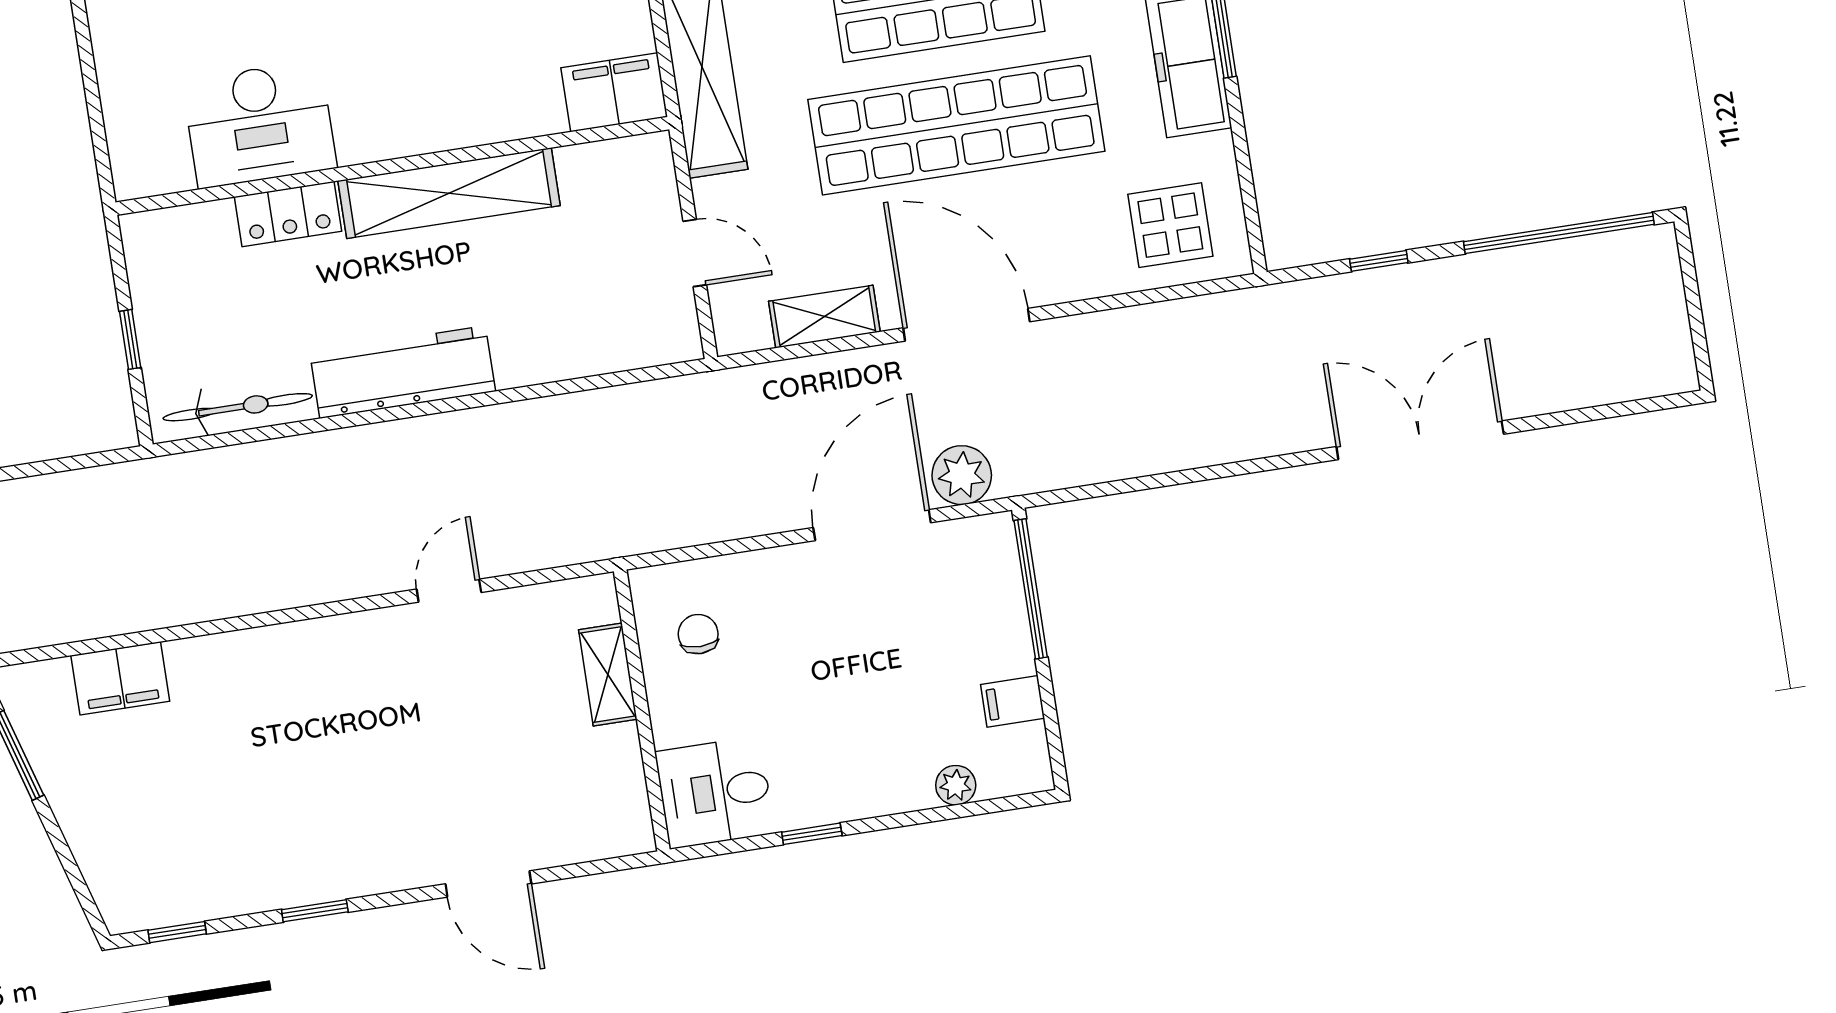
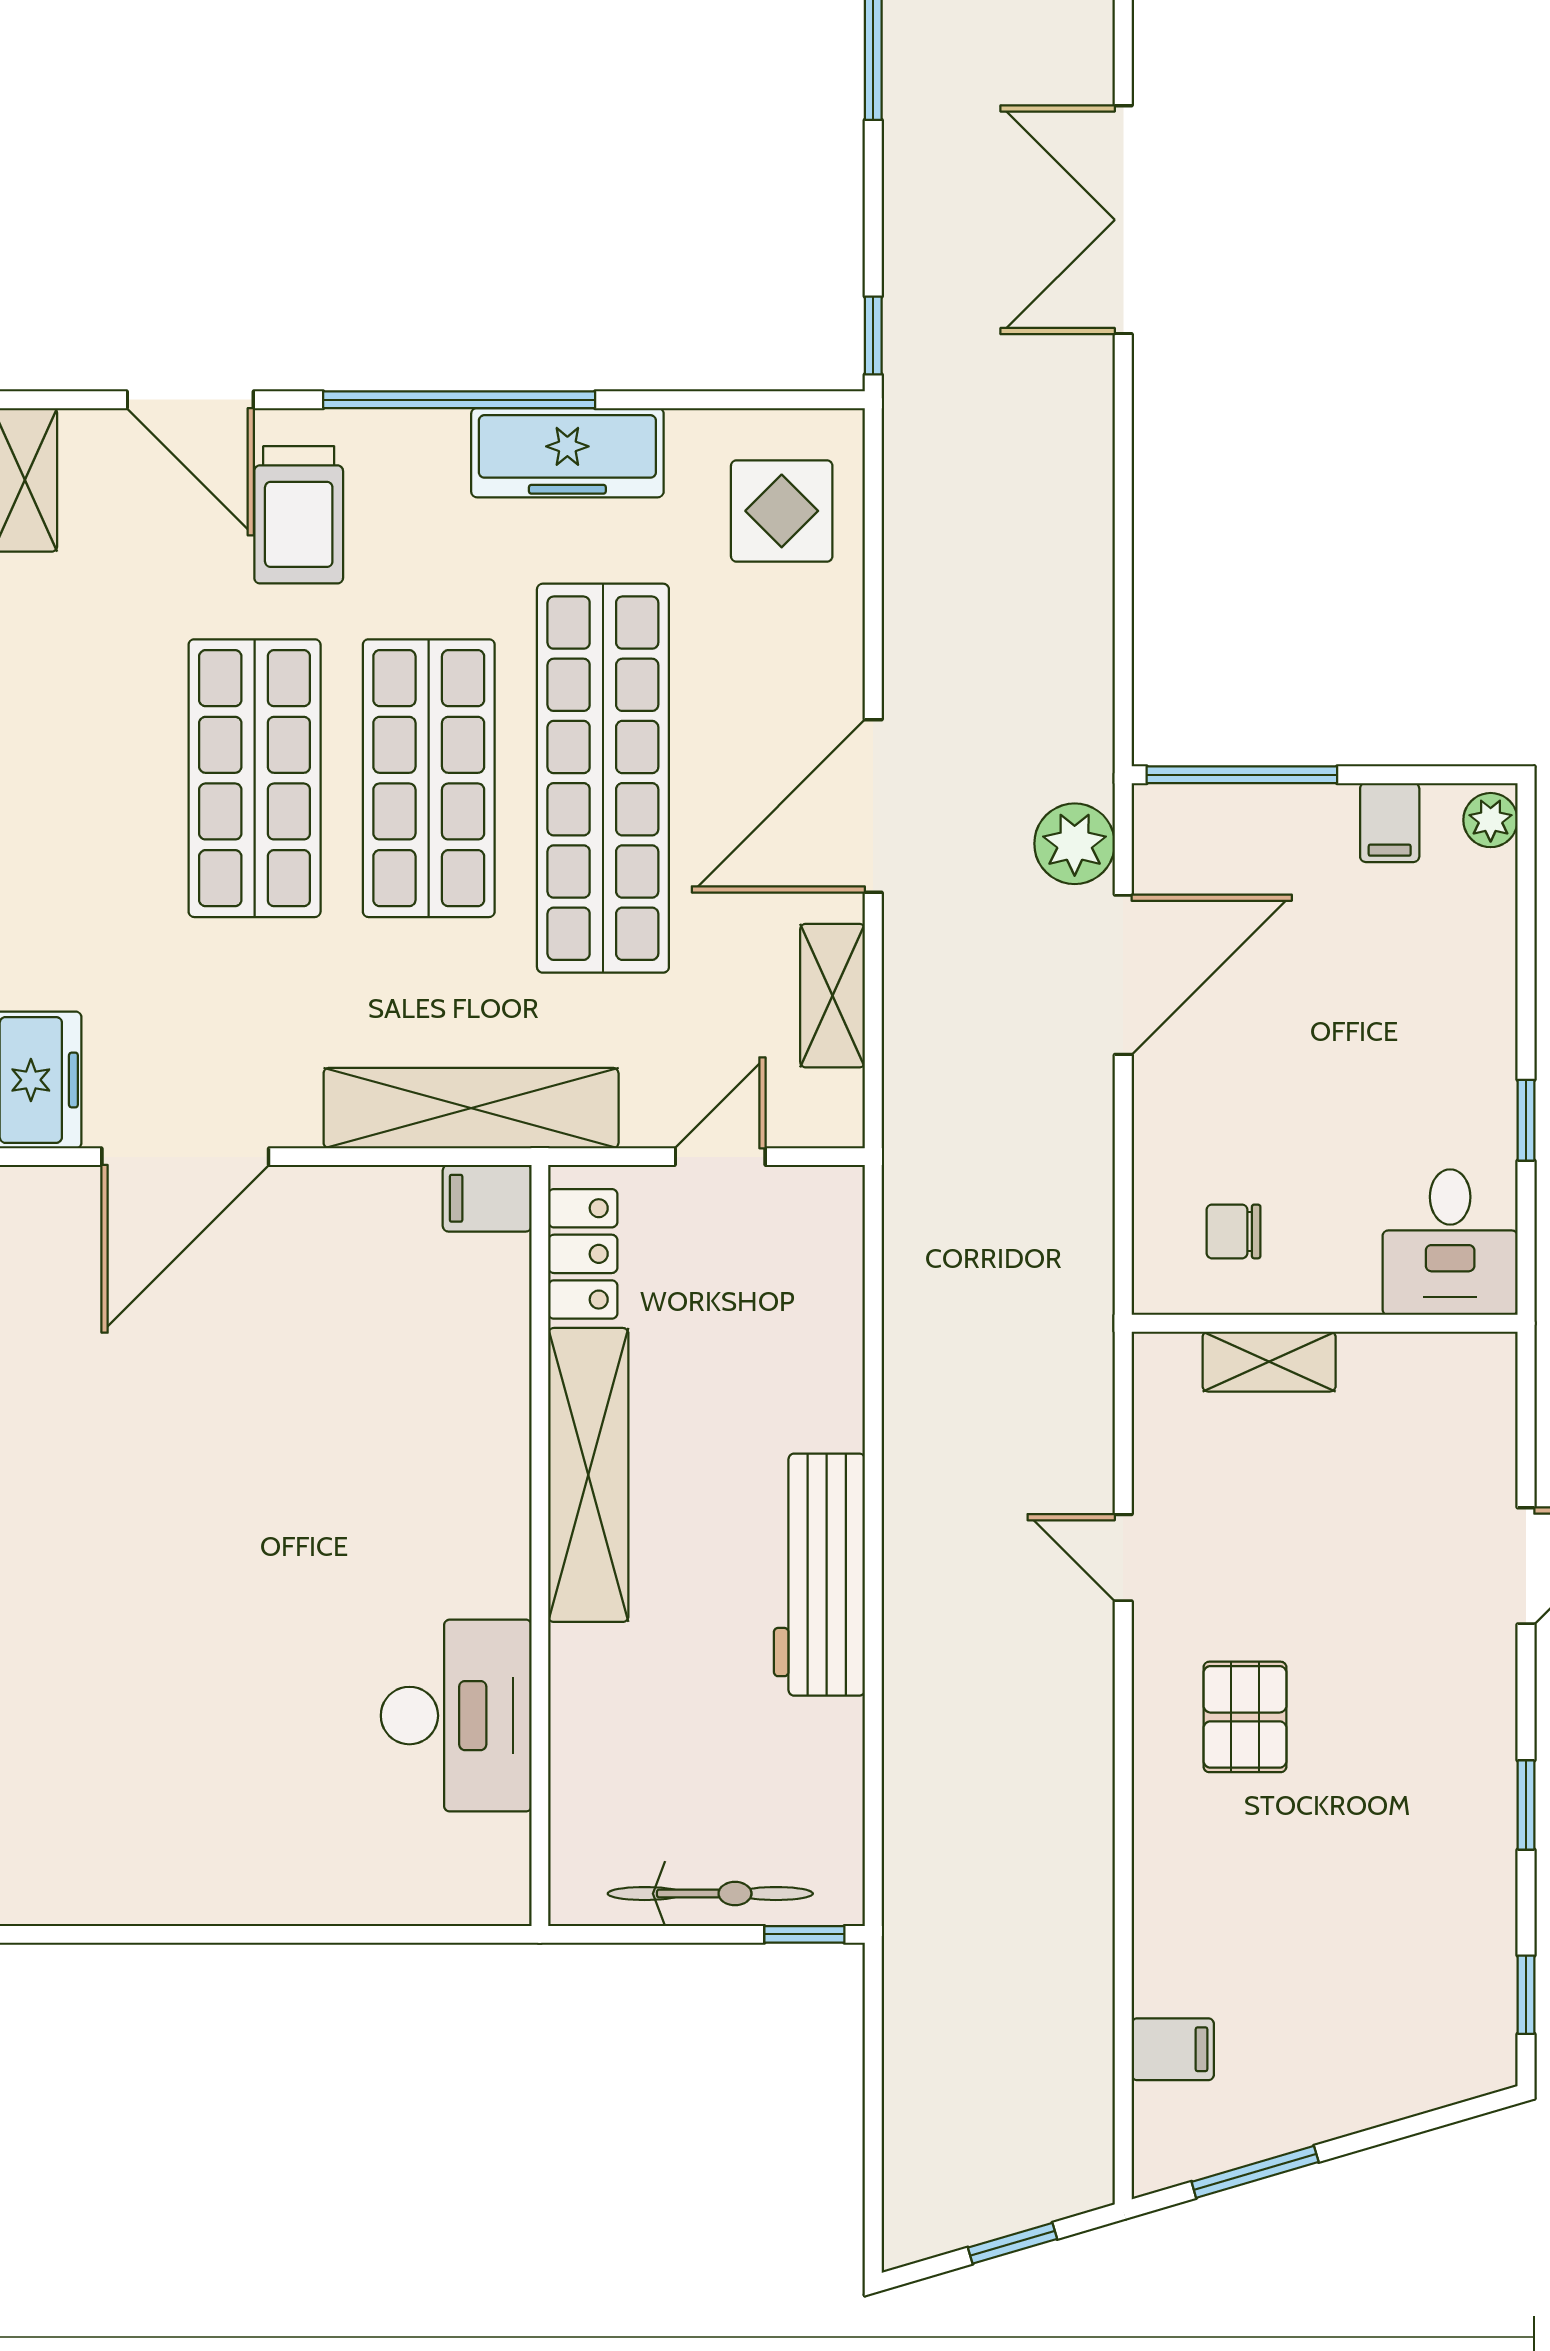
filing cabinet: (614, 92) -> (487, 1198), width x0.50
locker: (288, 214) -> (583, 1254), moved
window: (1379, 261) -> (873, 336), moved
window: (130, 339) -> (804, 1934), moved
bicycle: (238, 407) -> (710, 1894), moved, turned 90
door: (872, 525) -> (1123, 975), swing flipped
filing cabinet: (120, 678) -> (1173, 2049), width x0.50
pallet: (347, 697) -> (1245, 1717), added
plant: (956, 785) -> (1491, 820), moved

